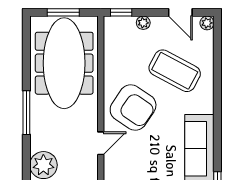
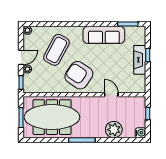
door: (180, 12) -> (21, 57), moved
armchair: (133, 108) -> (79, 75), turned -90
door: (101, 143) -> (111, 95), moved

